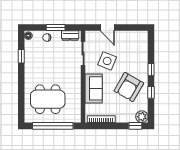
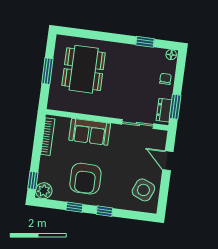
window: (56, 28) -> (175, 107), moved
door: (107, 28) -> (168, 161), hinge flipped
side table: (107, 61) -> (143, 190), moved
armchair: (129, 87) -> (85, 179), turned -120
window: (53, 126) -> (47, 71), width x0.47

